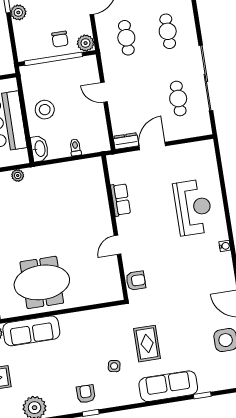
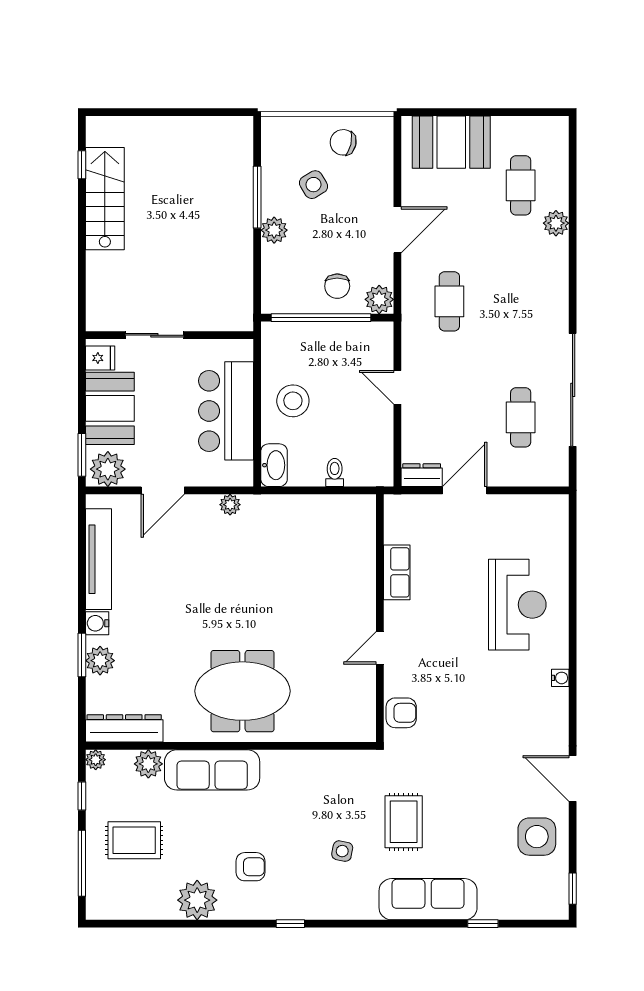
cafe table: (168, 31) -> (521, 301), removed
armchair: (86, 394) -> (250, 867), moved, turned 90

